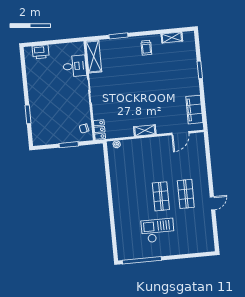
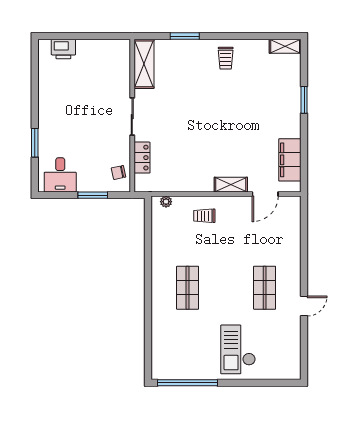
shelving: (172, 37) -> (285, 46), moved
desk: (75, 66) -> (60, 175), moved, turned 90
locker: (99, 129) -> (142, 158), moved
shelving: (145, 130) -> (231, 185), moved
trolley: (142, 151) -> (204, 216), added
shop shelf: (161, 196) -> (188, 288), moved
checkout: (158, 230) -> (238, 349), moved, turned -90

